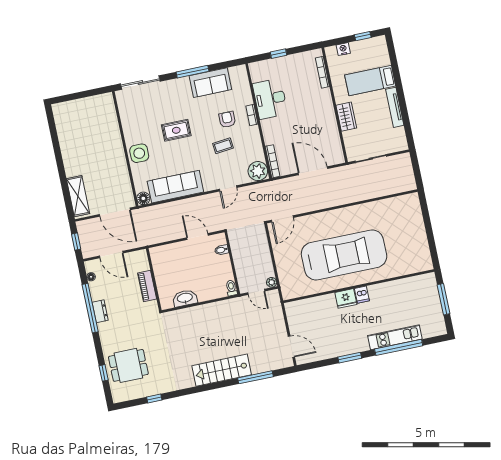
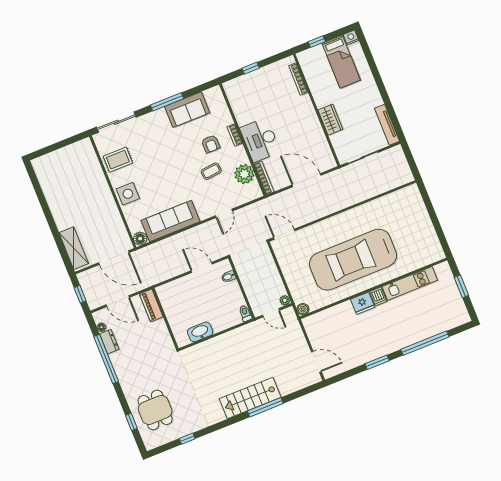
window: (363, 36) -> (317, 42), moved
nightstand: (343, 49) -> (351, 37), moved
bed: (370, 80) -> (341, 62), moved, turned -90
desk: (270, 99) -> (260, 140), moved
tv unit: (395, 107) -> (387, 125), moved
armchair: (227, 120) -> (211, 144), turned 180
rug: (176, 130) -> (118, 160), moved
plant: (258, 171) -> (244, 174), moved
door: (282, 219) -> (284, 234), swing flipped
car: (344, 255) -> (353, 260), turned 180
piano: (147, 286) -> (151, 305), moved
boiler: (287, 294) -> (303, 309), added
window: (443, 299) -> (461, 286), width x0.69
dresser: (100, 311) -> (109, 342), moved
kitchen unit: (395, 337) -> (410, 283), moved, turned 180
dining table: (128, 365) -> (155, 410), turned 90
window: (255, 377) -> (265, 407), moved

